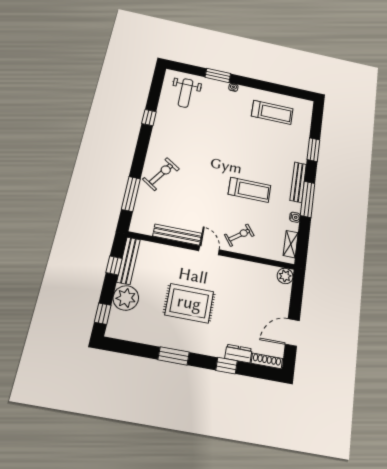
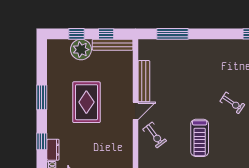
exercise bike: (161, 174) -> (232, 103), moved, width x0.73, depth x0.72
window: (103, 314) -> (77, 34), moved

